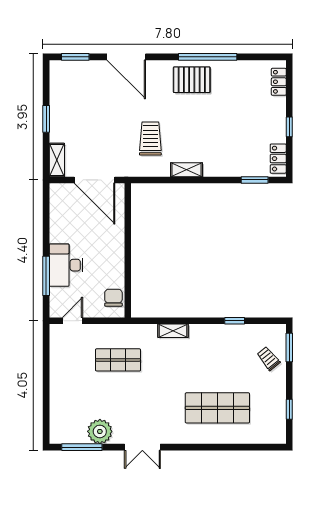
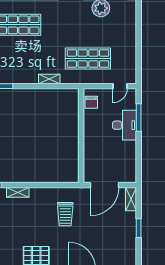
shelving: (186, 170) -> (18, 192), moved
door: (95, 180) -> (104, 185), swing flipped
shop shelf: (118, 360) -> (88, 59), width x1.43, depth x1.36

